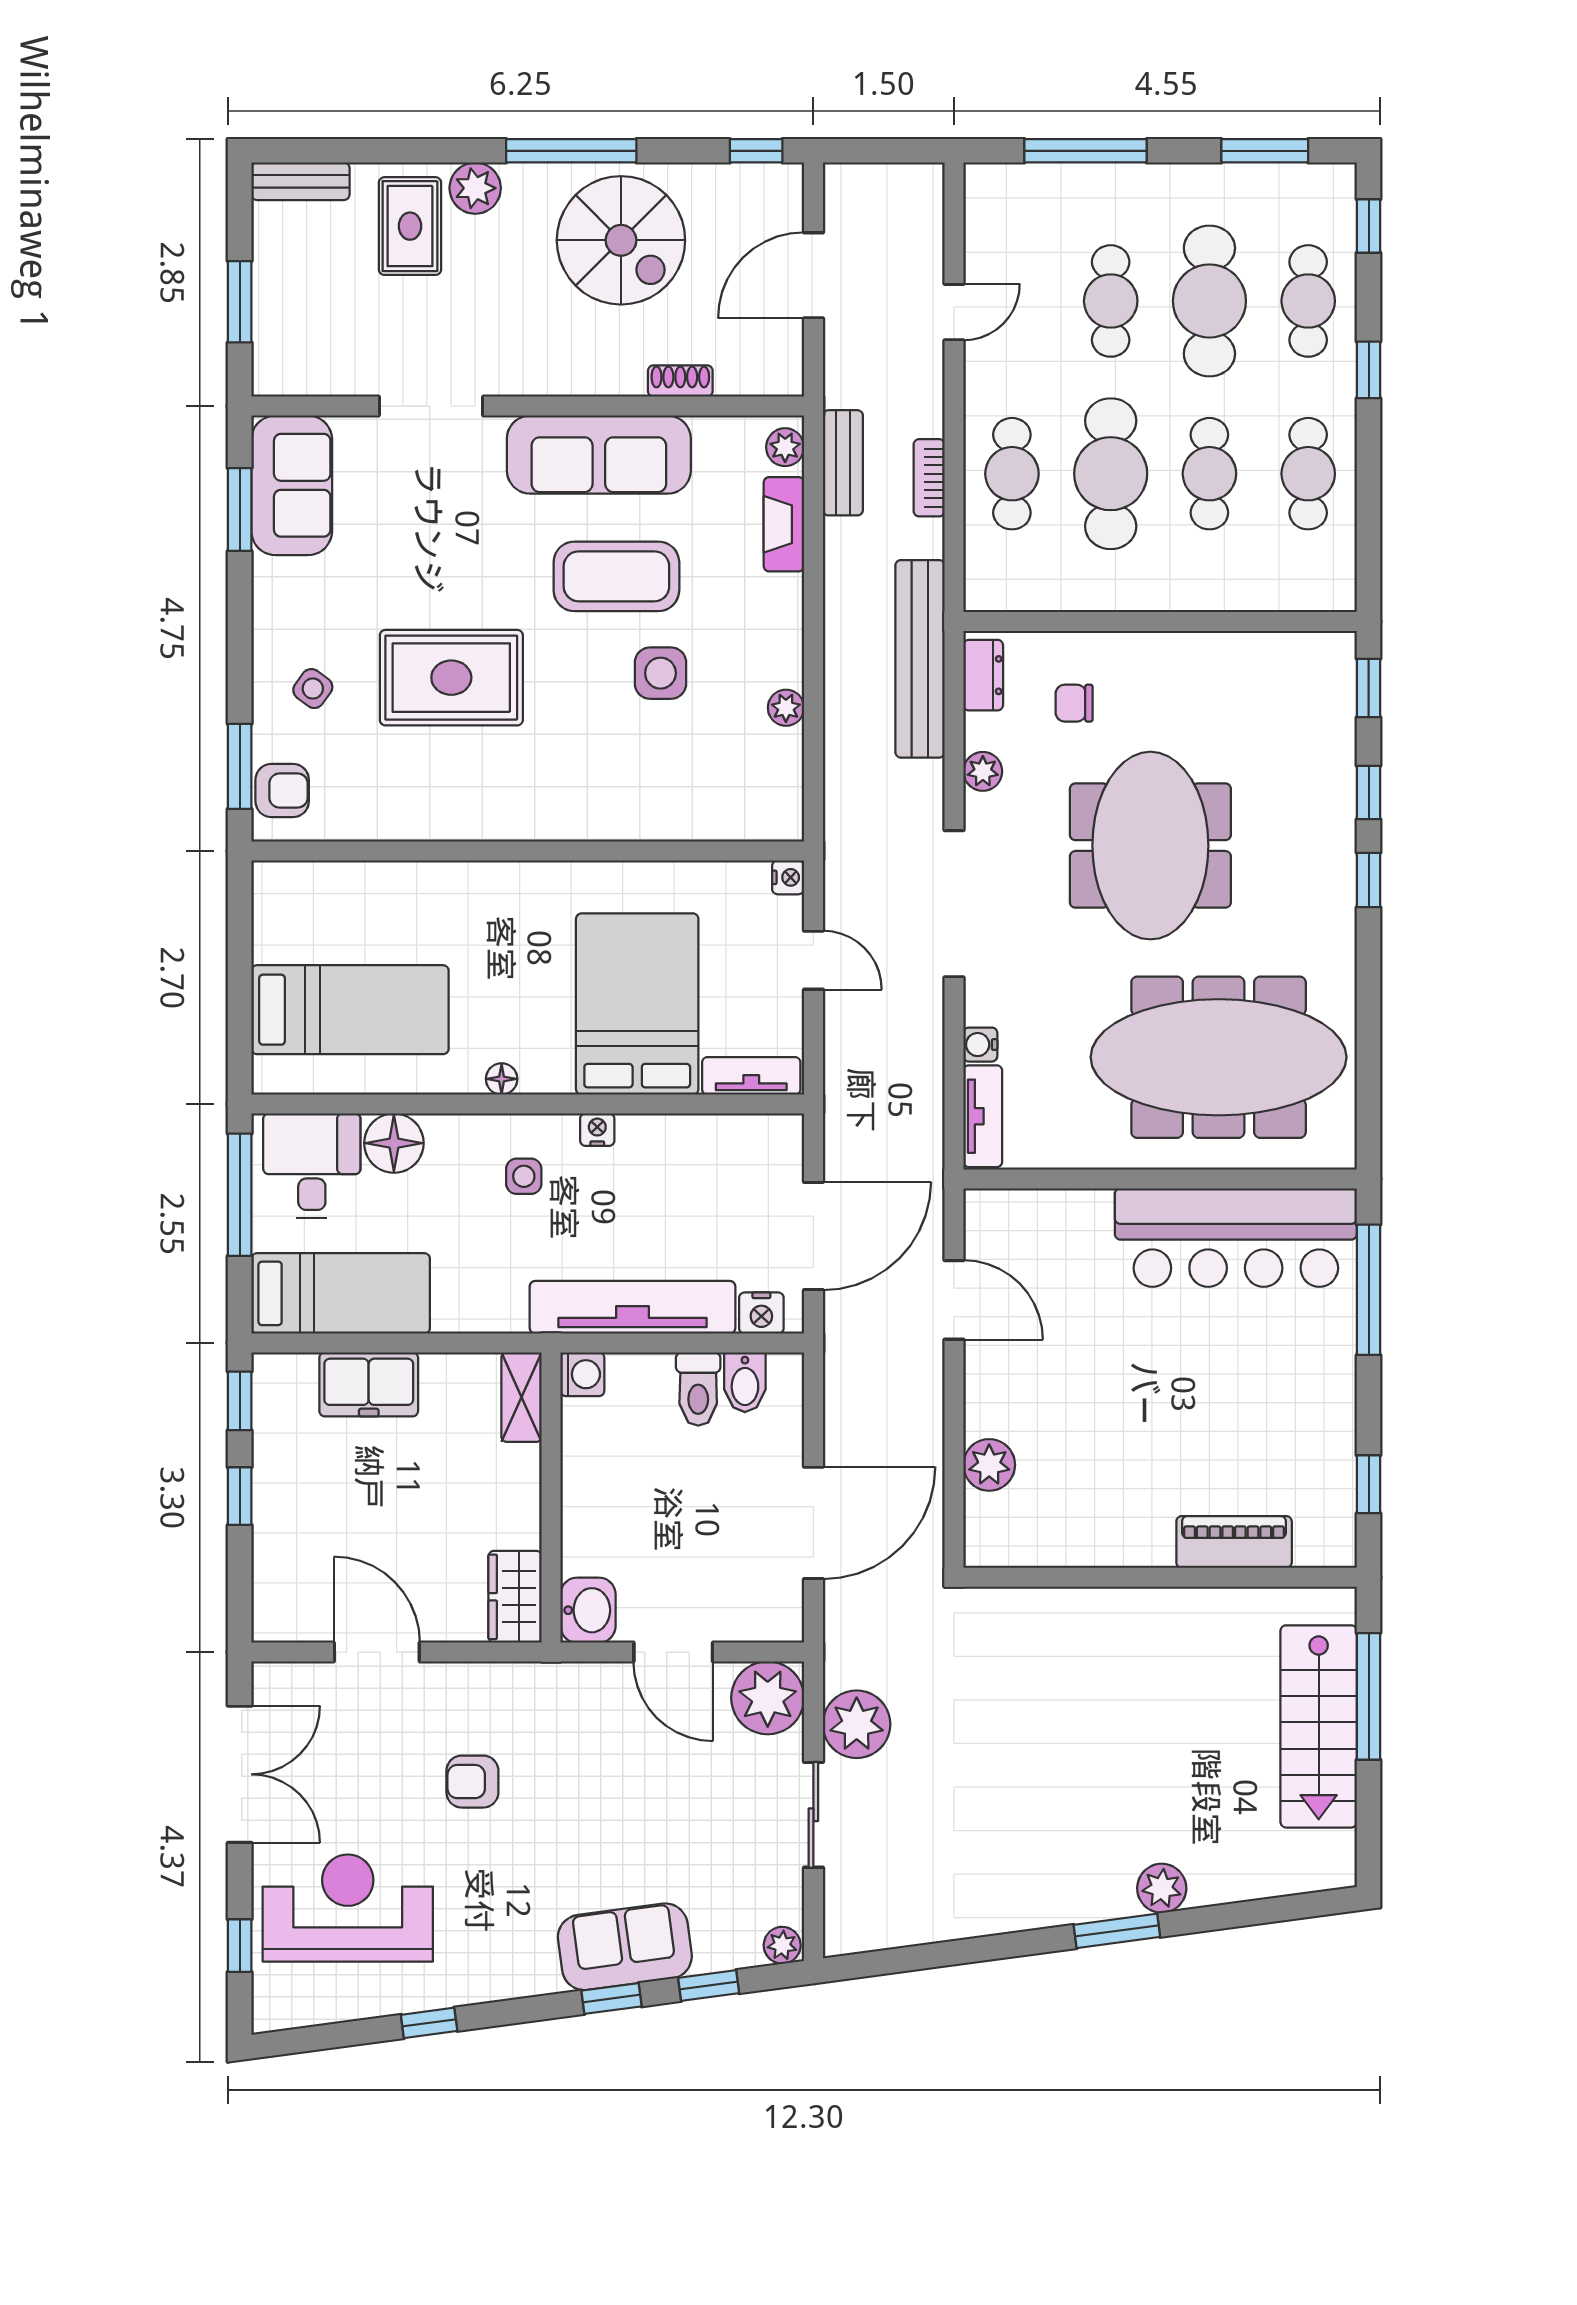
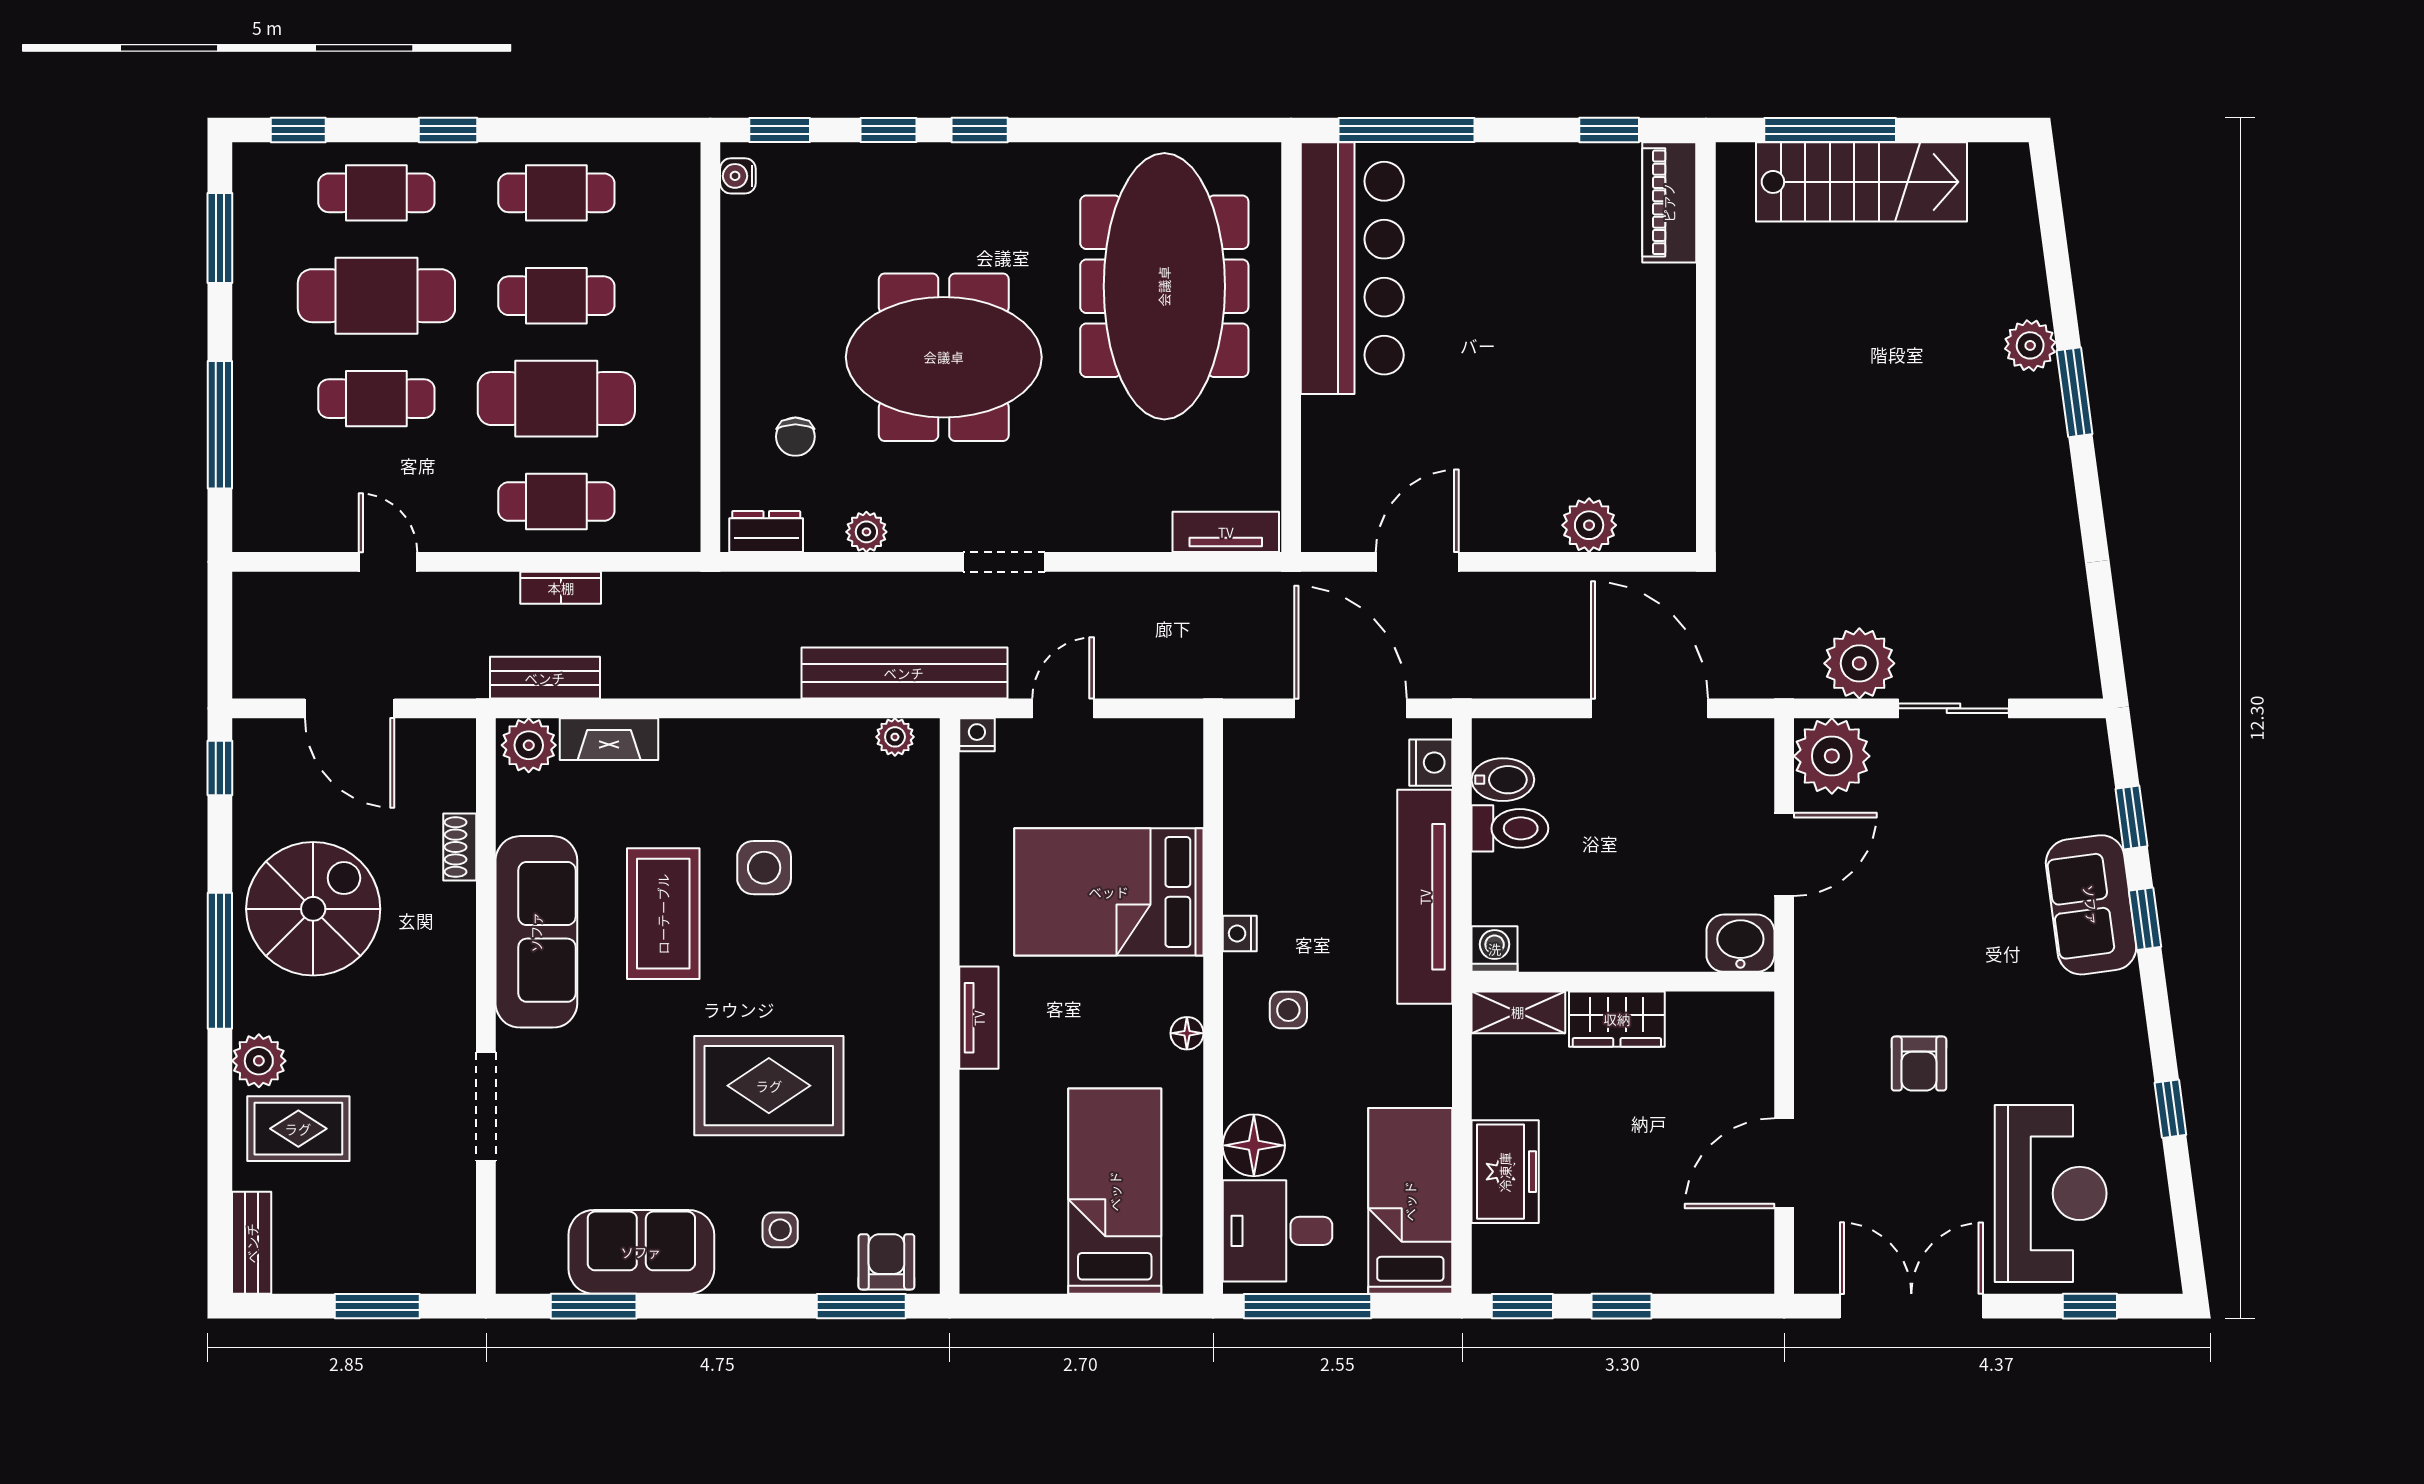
plant: (785, 447) -> (529, 745), width x1.38, depth x1.38
sofa: (292, 485) -> (641, 1252), moved
bench: (920, 659) -> (904, 673), moved
rug: (451, 678) -> (769, 1086), turned 90
side table: (313, 689) -> (780, 1230), turned -36
plant: (786, 708) -> (895, 737), moved
doorway: (954, 904) -> (1004, 562), width x0.53
water cooler: (980, 1045) -> (738, 176), moved, turned 90
tv unit: (751, 1076) -> (979, 1018), moved, turned 180
piano: (1234, 1542) -> (1669, 202), moved
wardrobe: (515, 1597) -> (1617, 1019), moved
reception desk: (348, 1908) -> (2051, 1193), turned 180
plant: (782, 1945) -> (2089, 741), removed

